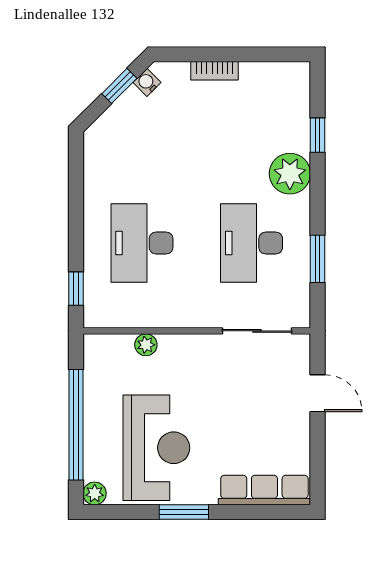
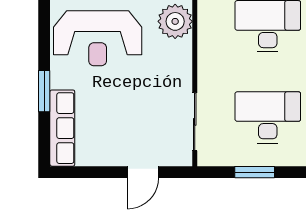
plant: (146, 345) -> (175, 21), width x1.87, depth x1.87
window: (184, 512) -> (44, 91), moved

